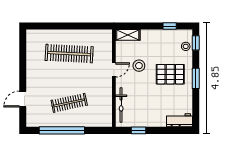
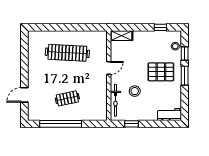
window: (196, 43) -> (185, 53), moved
stool: (139, 66) -> (135, 91), moved
clothes rail: (69, 103) -> (67, 98), width x0.73

